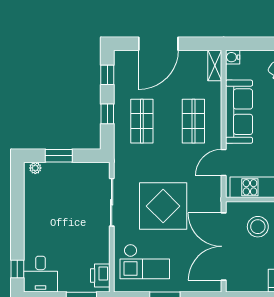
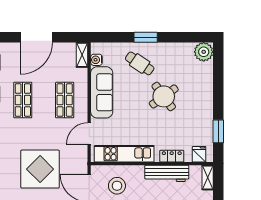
water cooler: (233, 57) -> (96, 60), moved

